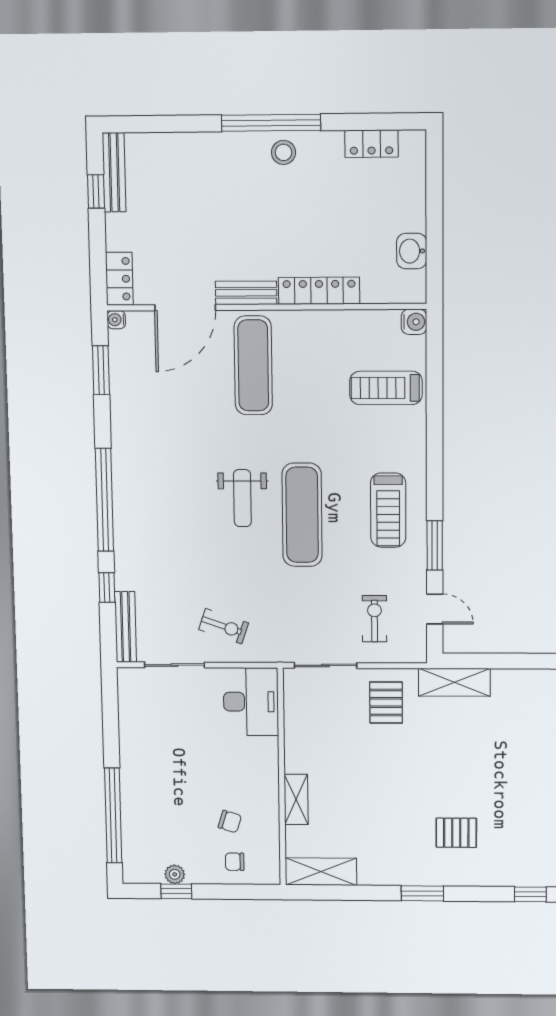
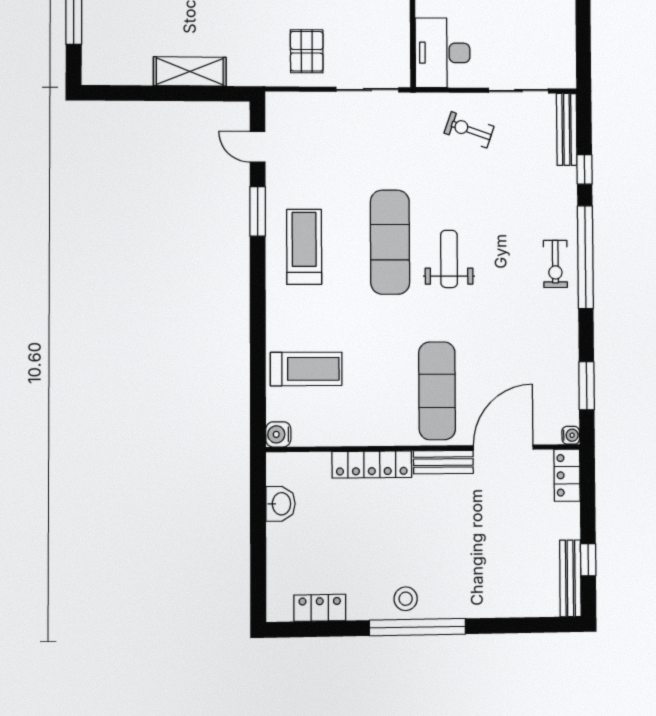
exercise bike: (374, 619) -> (555, 264), moved
shelving: (454, 682) -> (190, 71), moved

